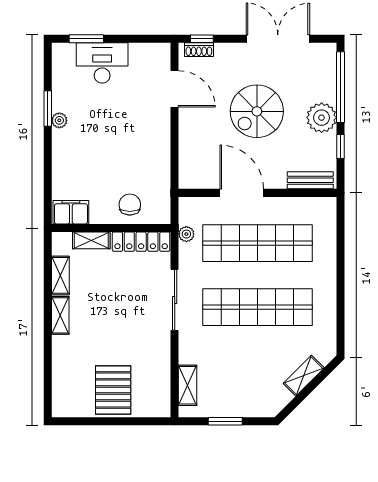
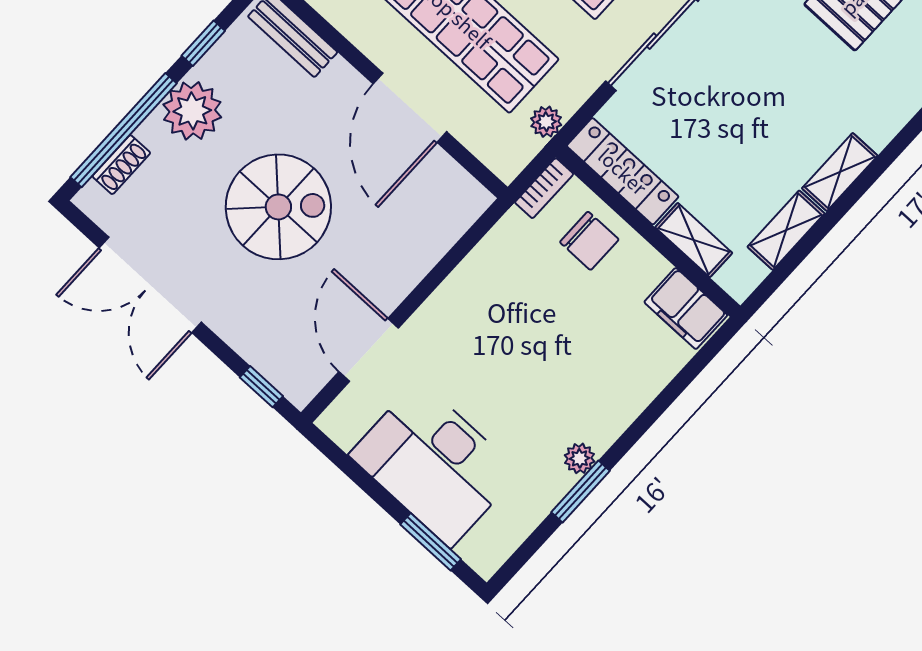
shoe rack: (199, 50) -> (121, 165), moved, turned 90
desk: (102, 63) -> (434, 464), width x1.36, depth x1.30
chair: (130, 205) -> (589, 241), turned -90
bookcase: (165, 209) -> (544, 188), added

